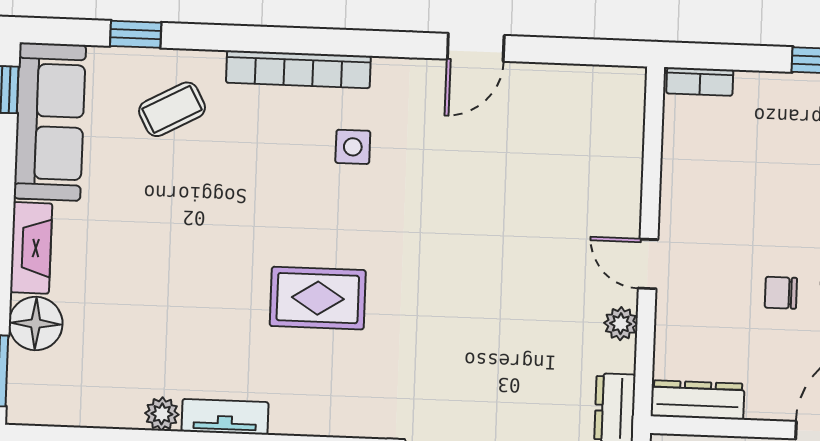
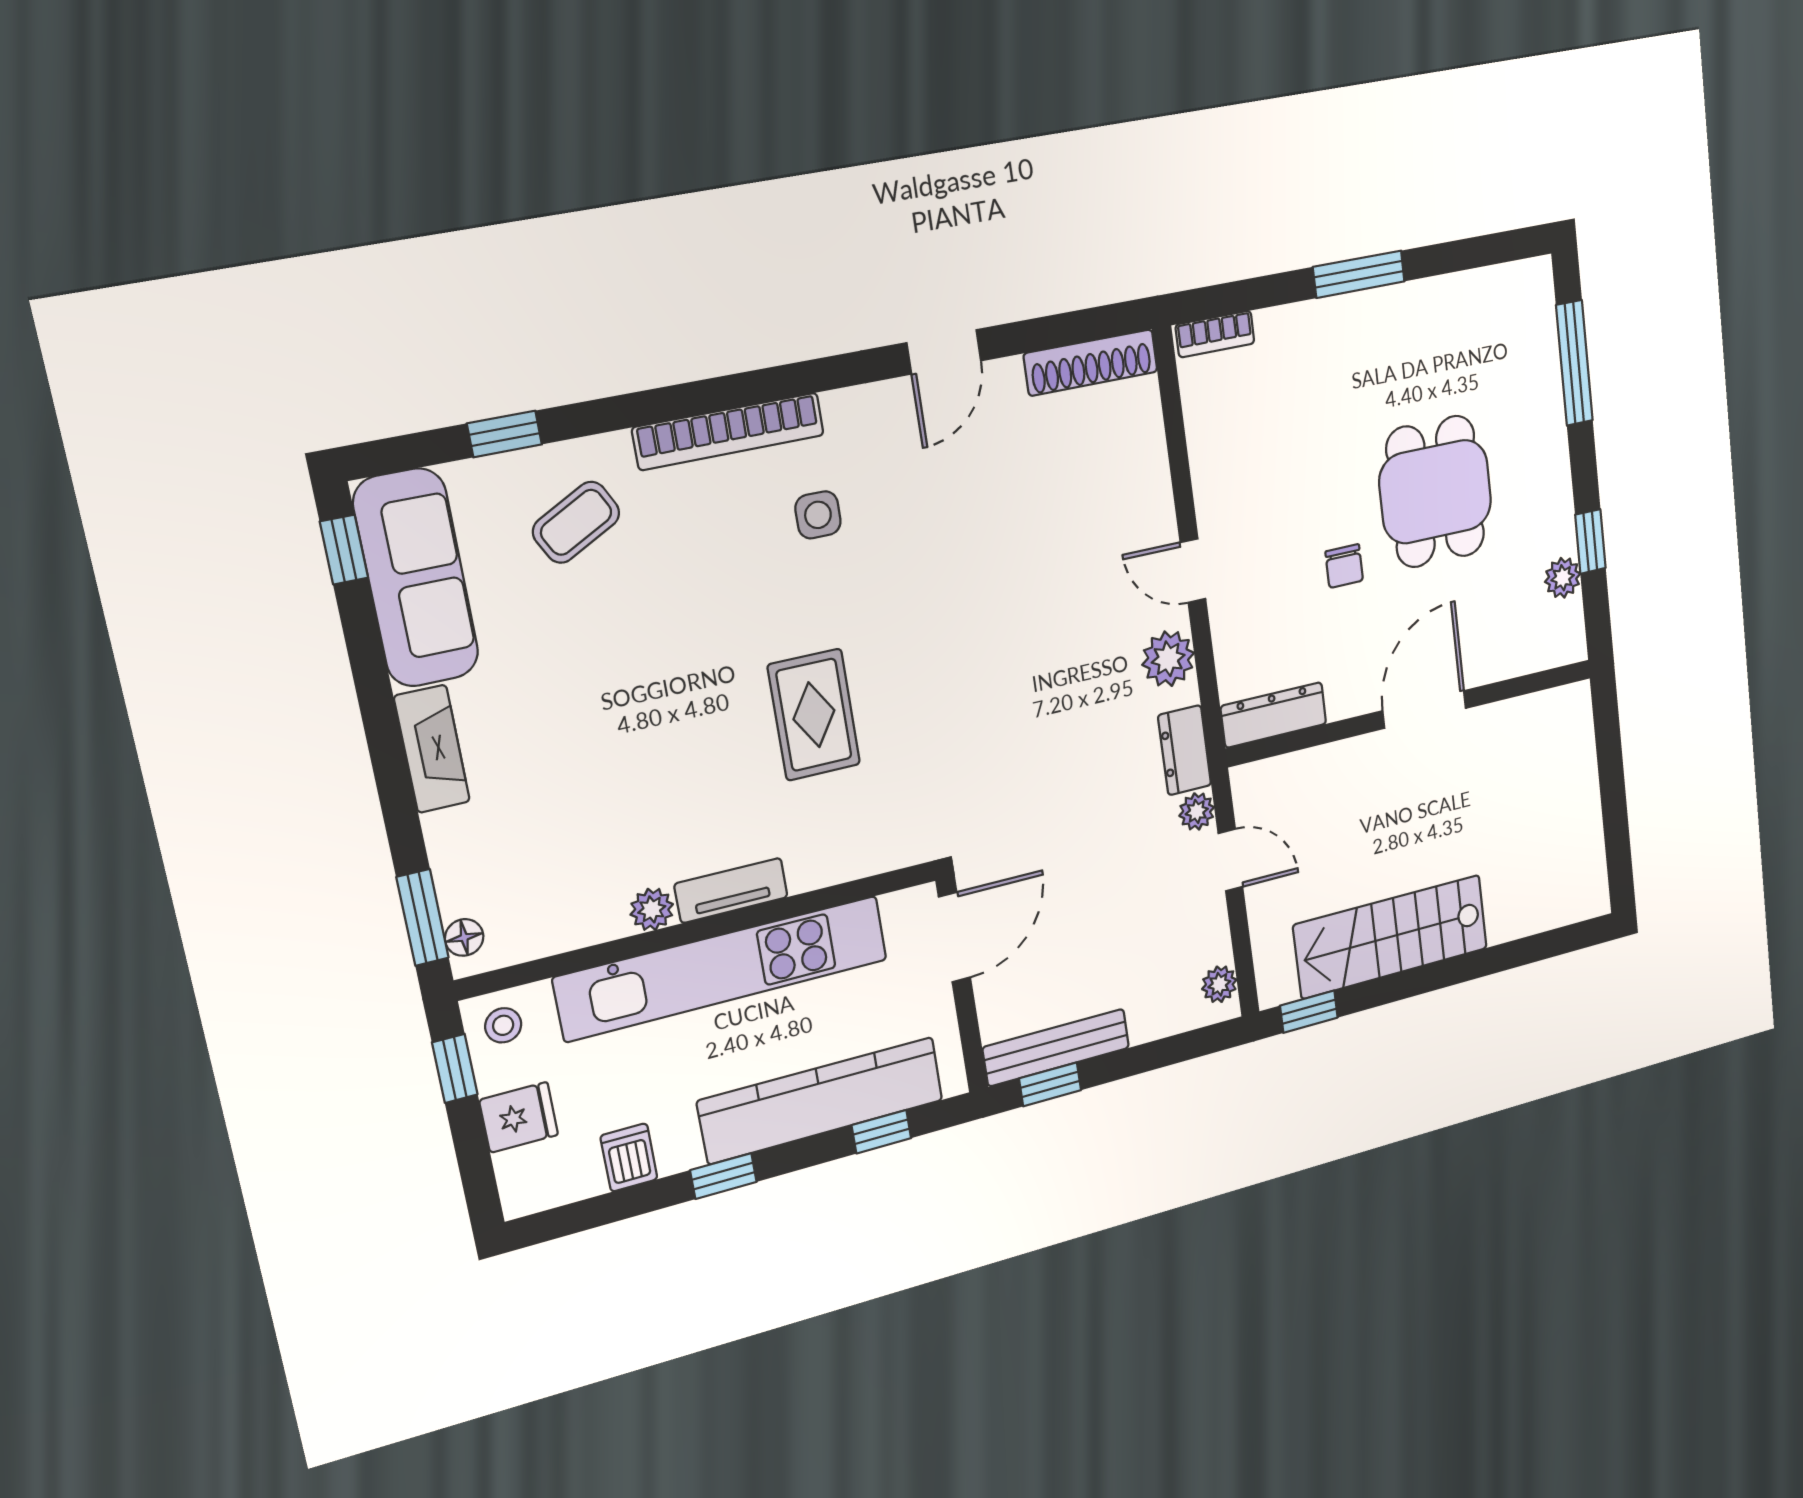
shoe rack: (592, 81) -> (1091, 363), added
chair: (781, 293) -> (1344, 566), turned -90
rug: (318, 298) -> (814, 715), turned 90
floor lamp: (36, 324) -> (464, 937), moved, width x0.53, depth x0.53
plant: (621, 324) -> (1168, 659), width x1.38, depth x1.38

